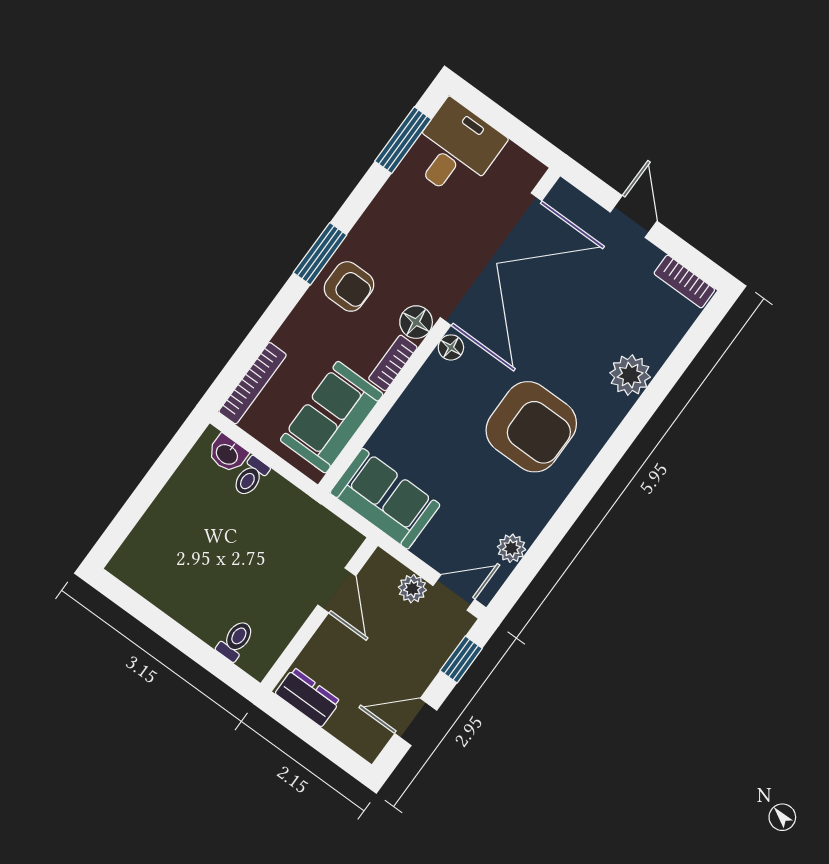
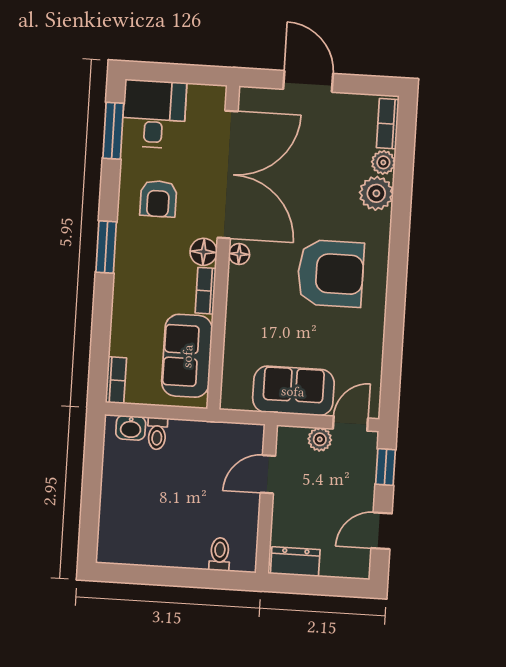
door: (634, 217) -> (308, 81), width x1.38
bookcase: (684, 281) -> (388, 124), moved, turned 90
armchair: (349, 286) -> (158, 199), moved, turned 90
bookcase: (253, 383) -> (116, 380), width x0.64
sofa: (385, 499) -> (293, 391), moved
plant: (511, 548) -> (383, 162), moved
door: (337, 590) -> (268, 474), swing flipped

